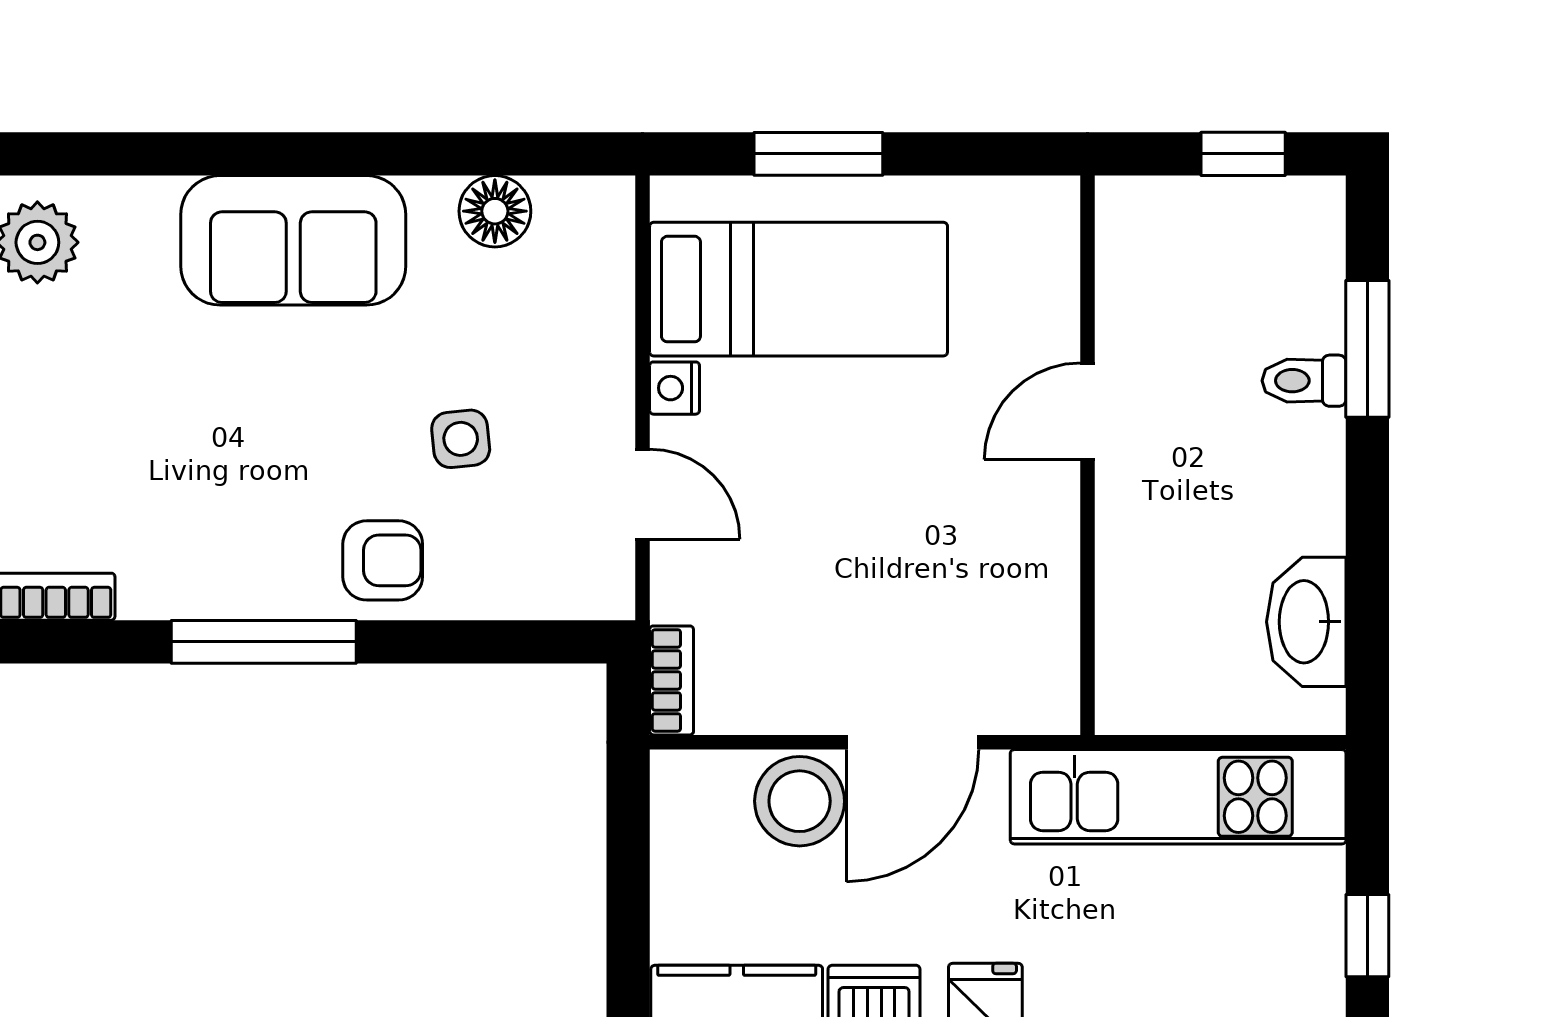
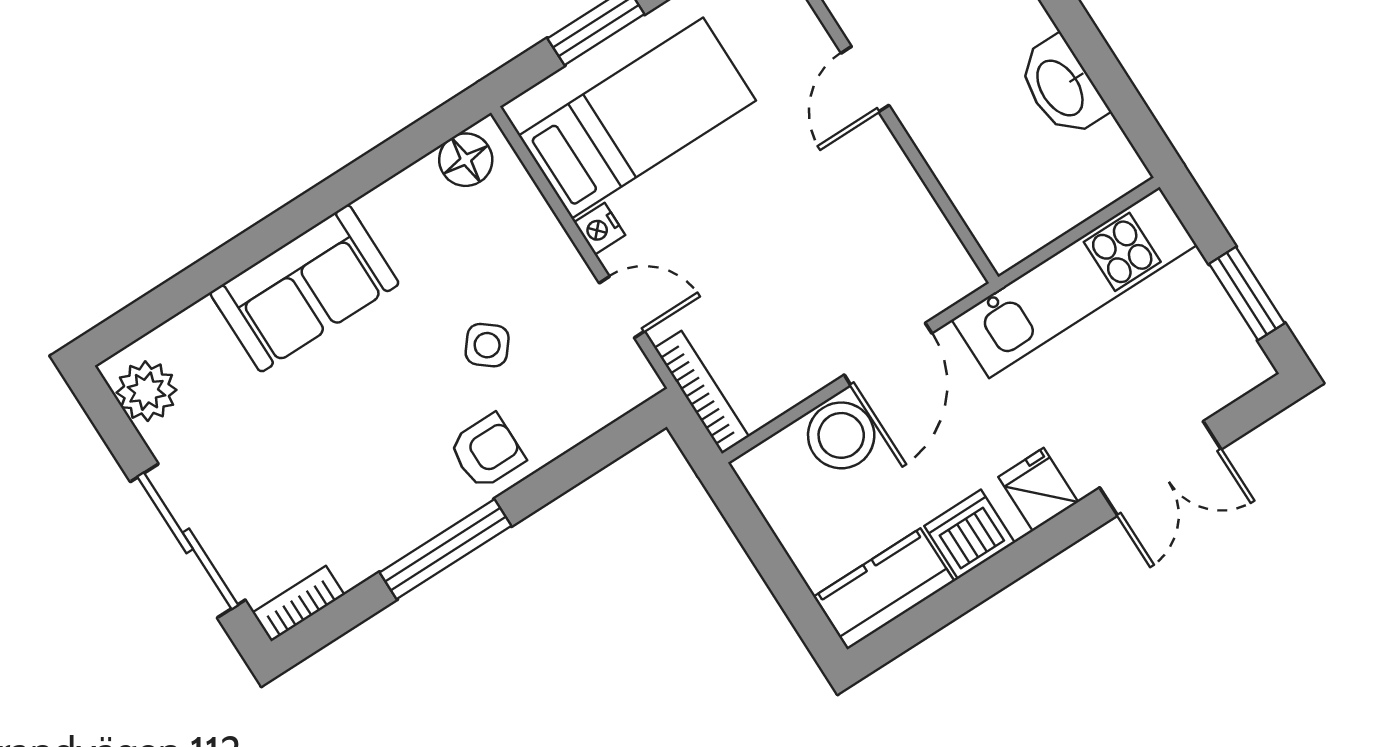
floor lamp: (495, 211) -> (466, 160), moved
side table: (461, 439) -> (487, 345), turned 45
washbasin: (1306, 622) -> (1061, 87), moved
bookcase: (672, 680) -> (702, 392), width x1.56
window: (1367, 936) -> (1247, 294), width x1.50

